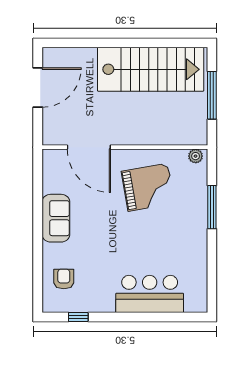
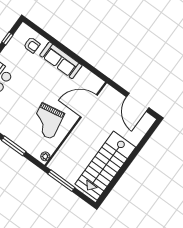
window: (212, 95) -> (61, 181), moved
sofa: (56, 218) -> (61, 60), width x1.36

